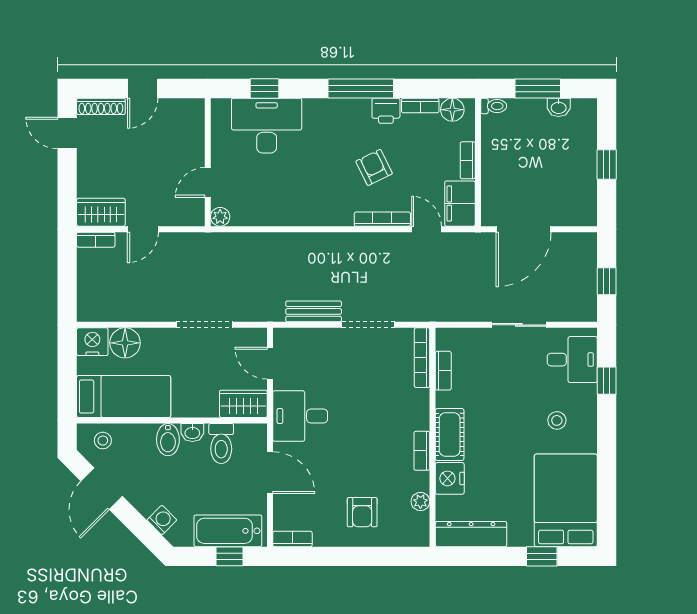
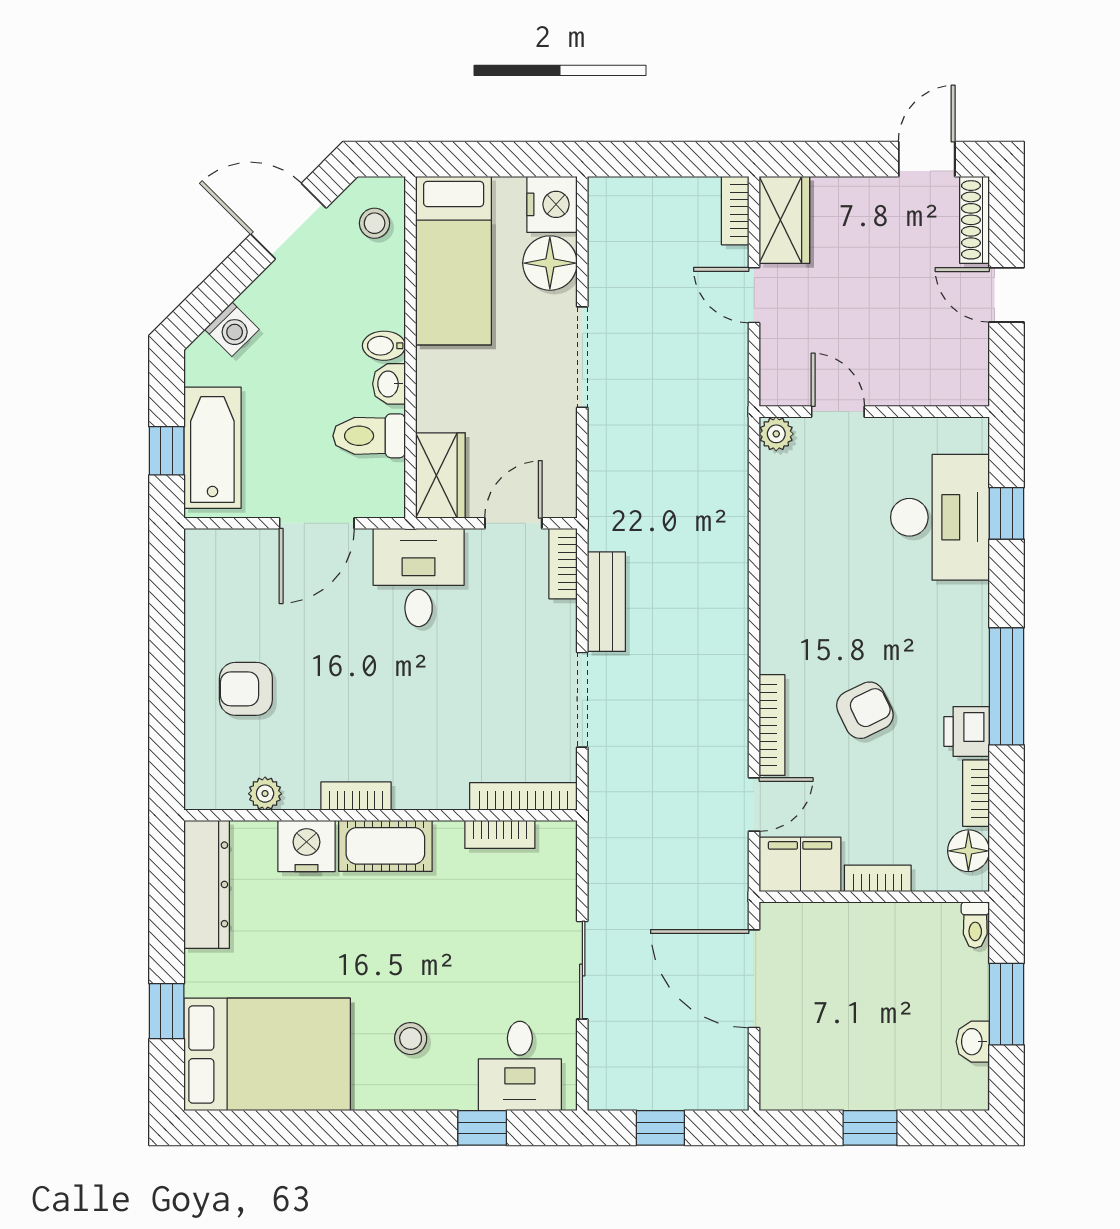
doorway: (204, 325) -> (582, 357), moved
bidet: (168, 440) -> (384, 346), width x0.72, depth x0.74
bookcase: (292, 539) -> (563, 564), moved, turned 180

